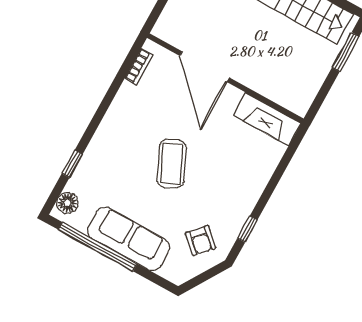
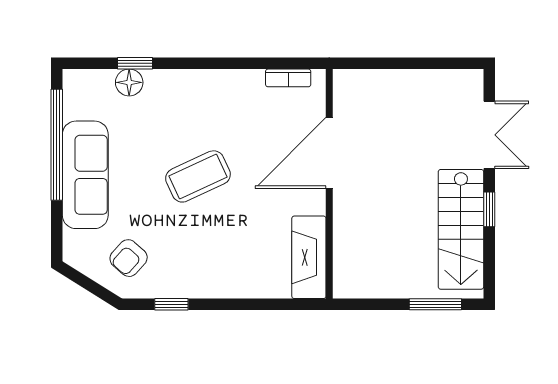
floor lamp: (67, 203) -> (129, 82), moved

